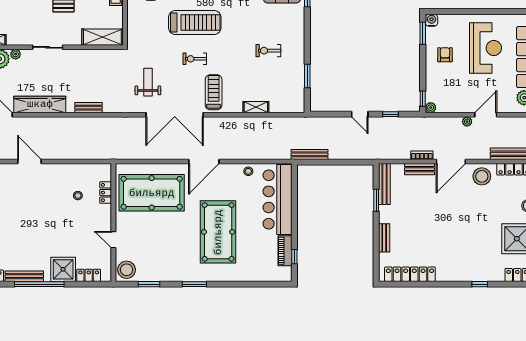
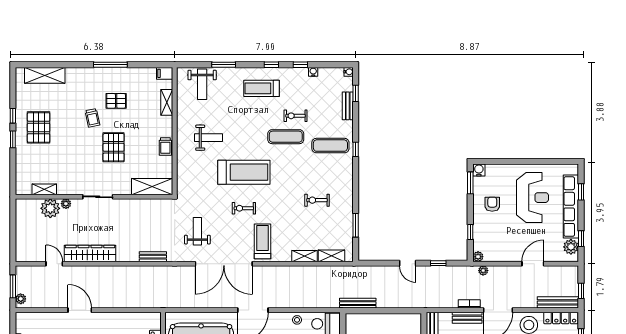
window: (423, 99) -> (470, 232), moved
shelving: (283, 107) -> (331, 256), added
bench: (89, 108) -> (153, 257), moved
plant: (467, 122) -> (483, 271), moved

